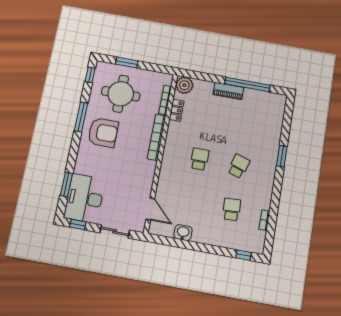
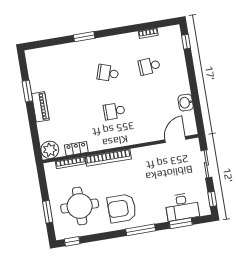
window: (247, 84) -> (27, 91), width x0.47
window: (81, 117) -> (141, 230), moved
armchair: (103, 133) -> (122, 208), turned -90
desk: (84, 198) -> (182, 207), width x0.73, depth x0.77

